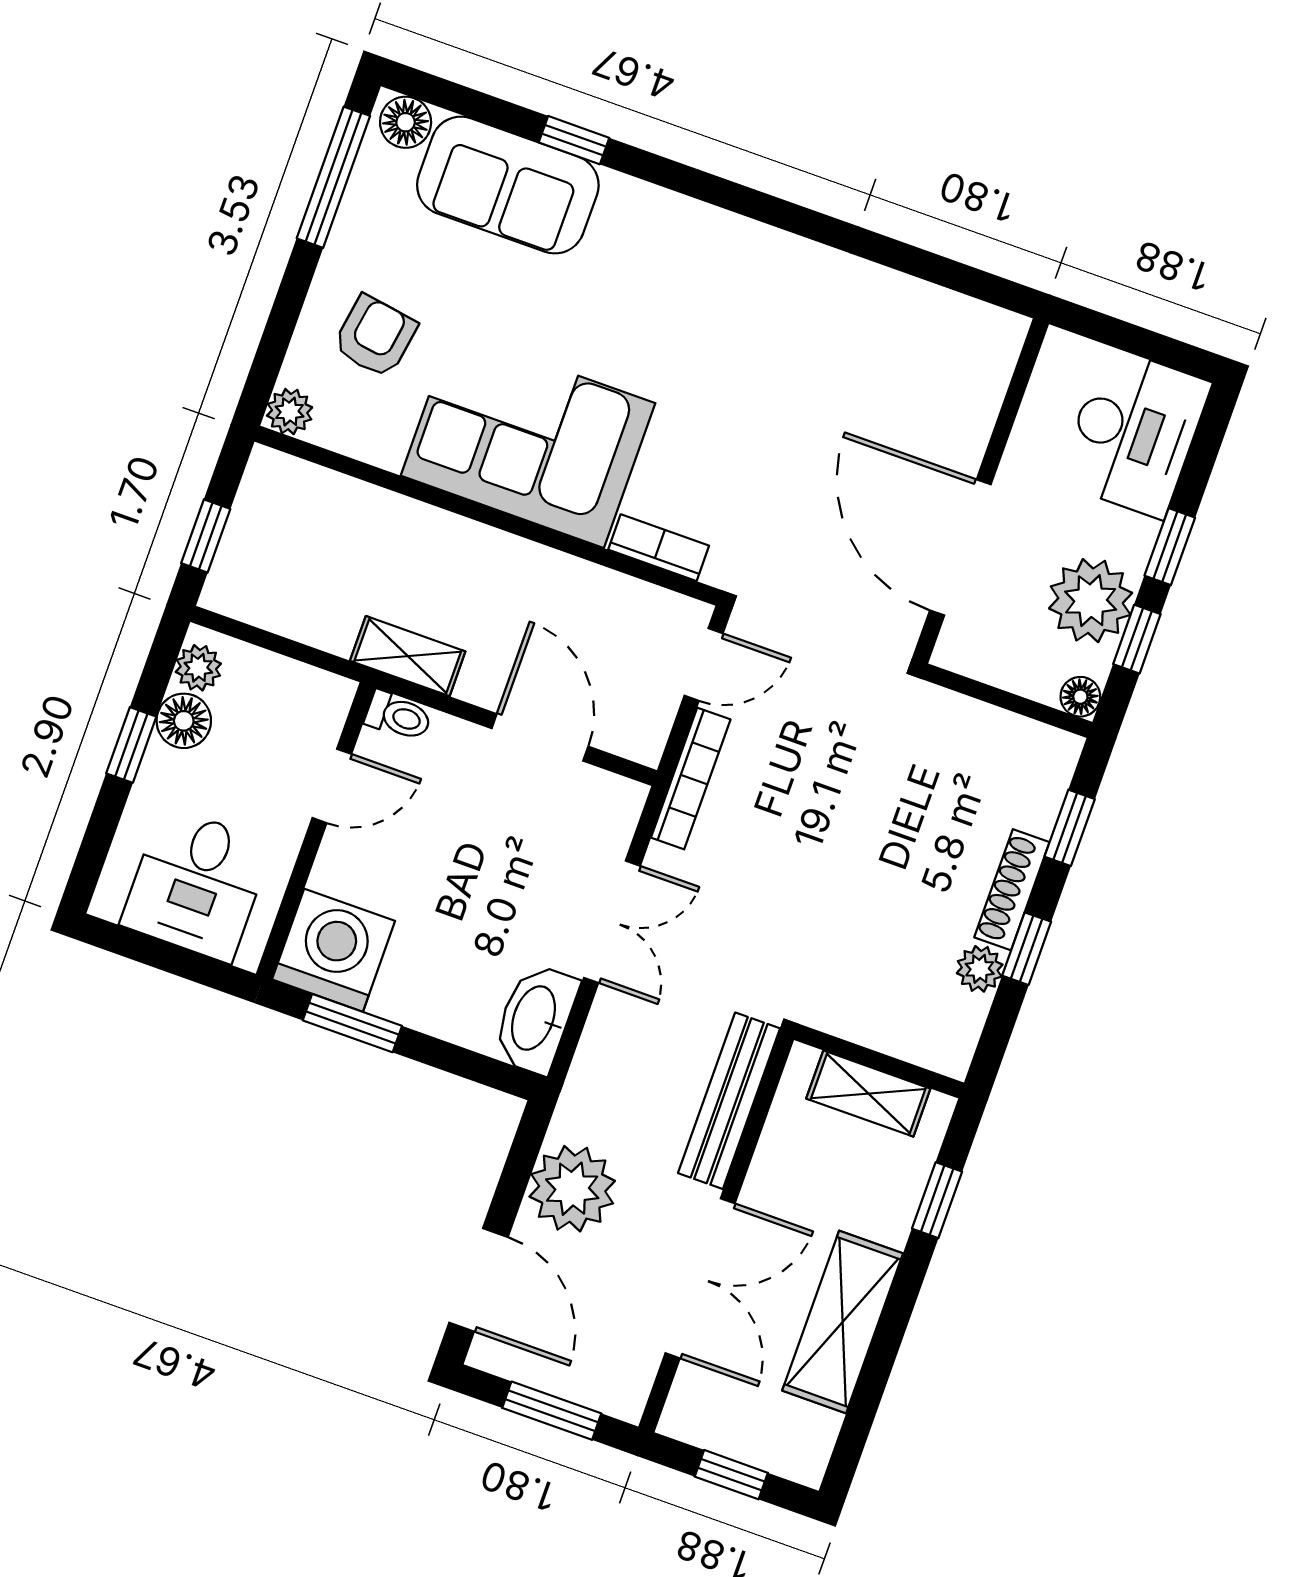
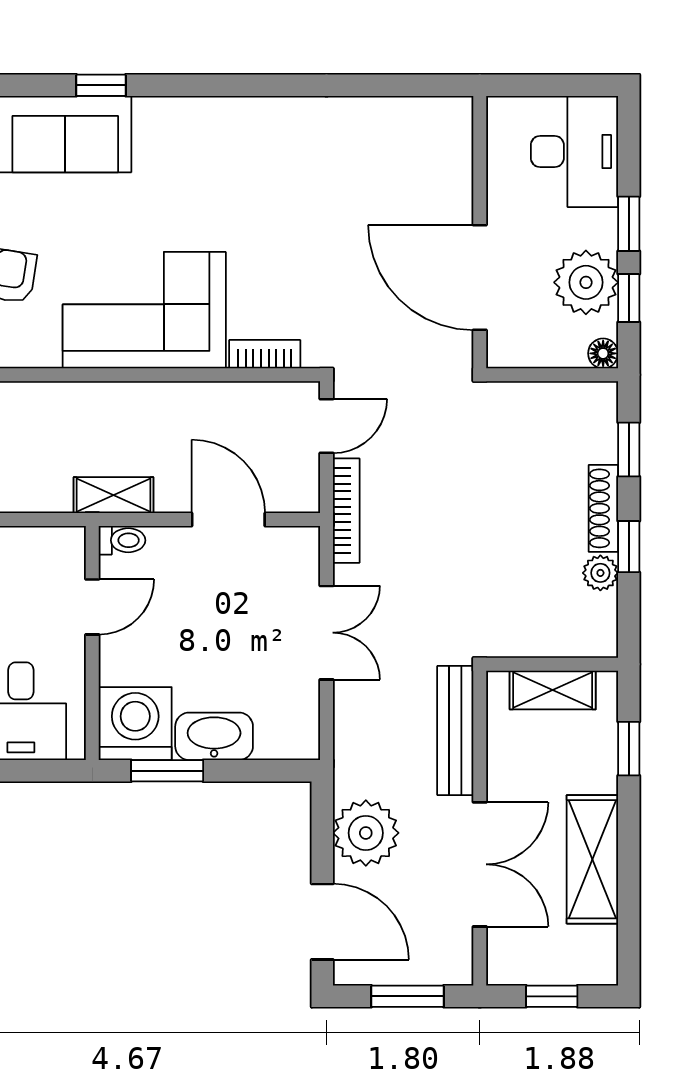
washbasin: (535, 1019) -> (214, 736), moved, turned 90

